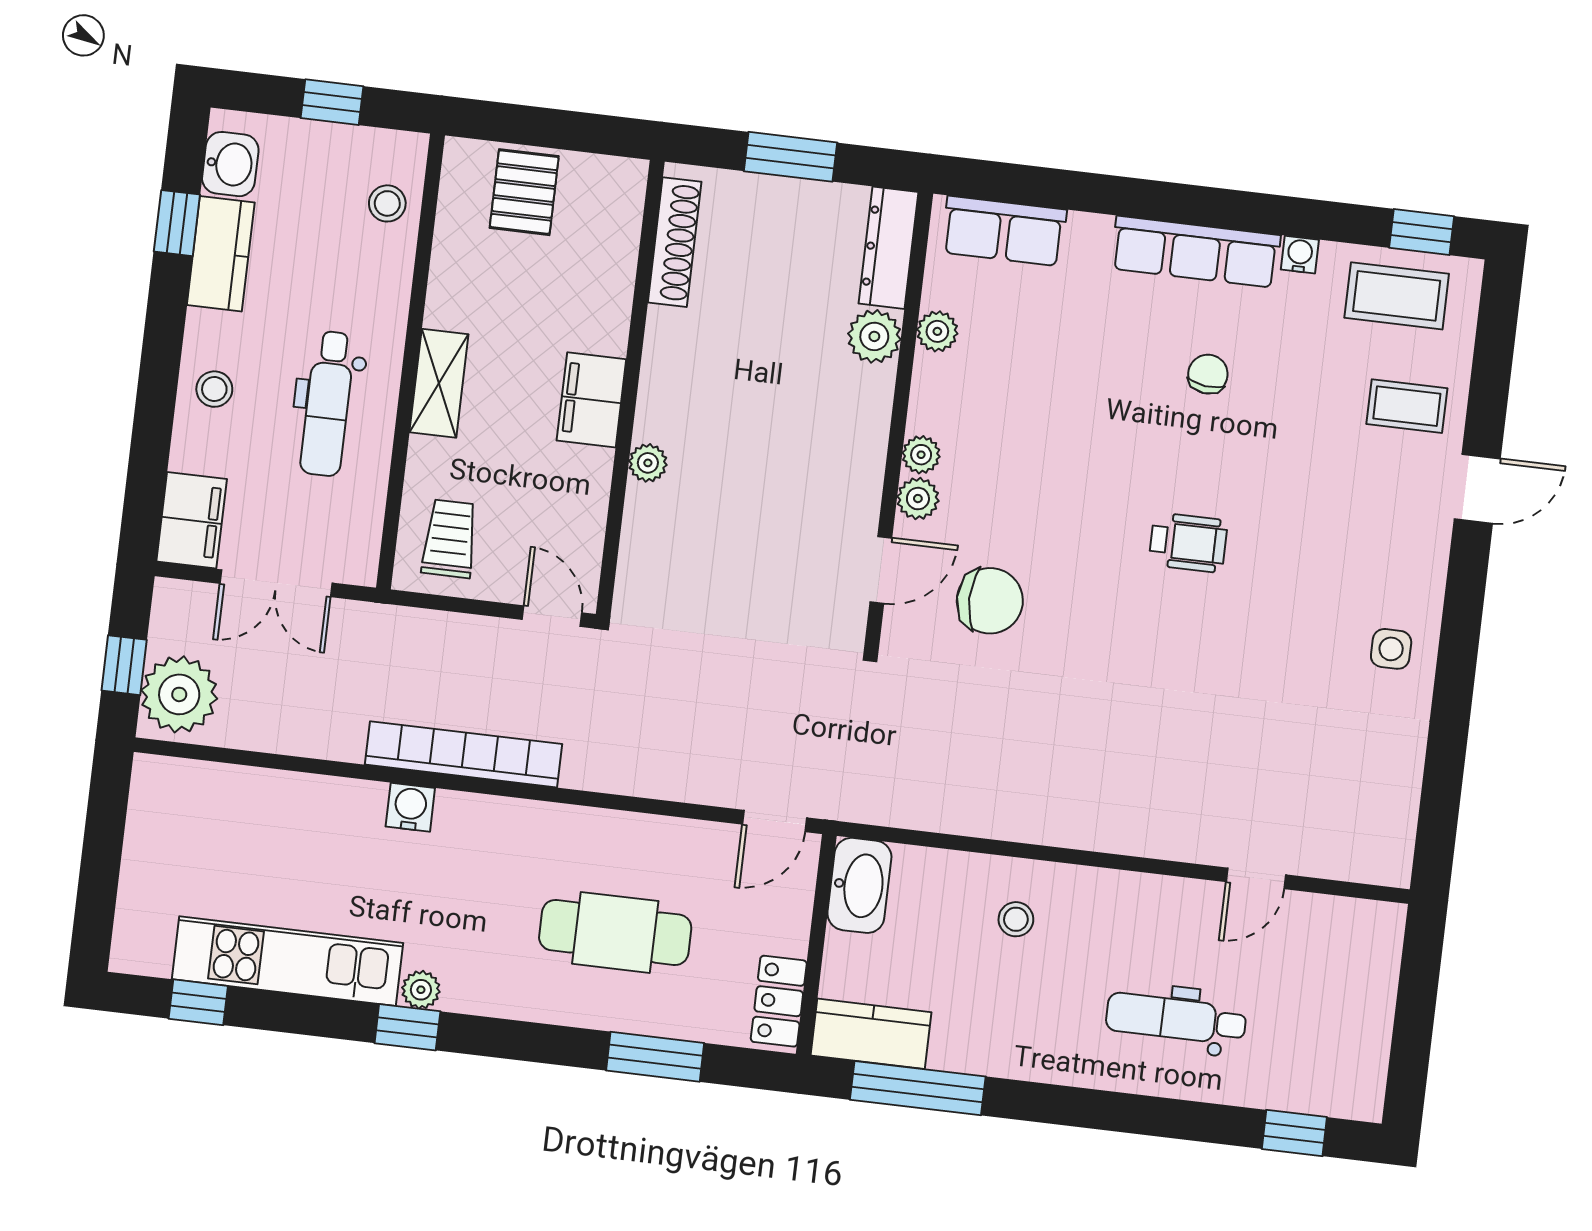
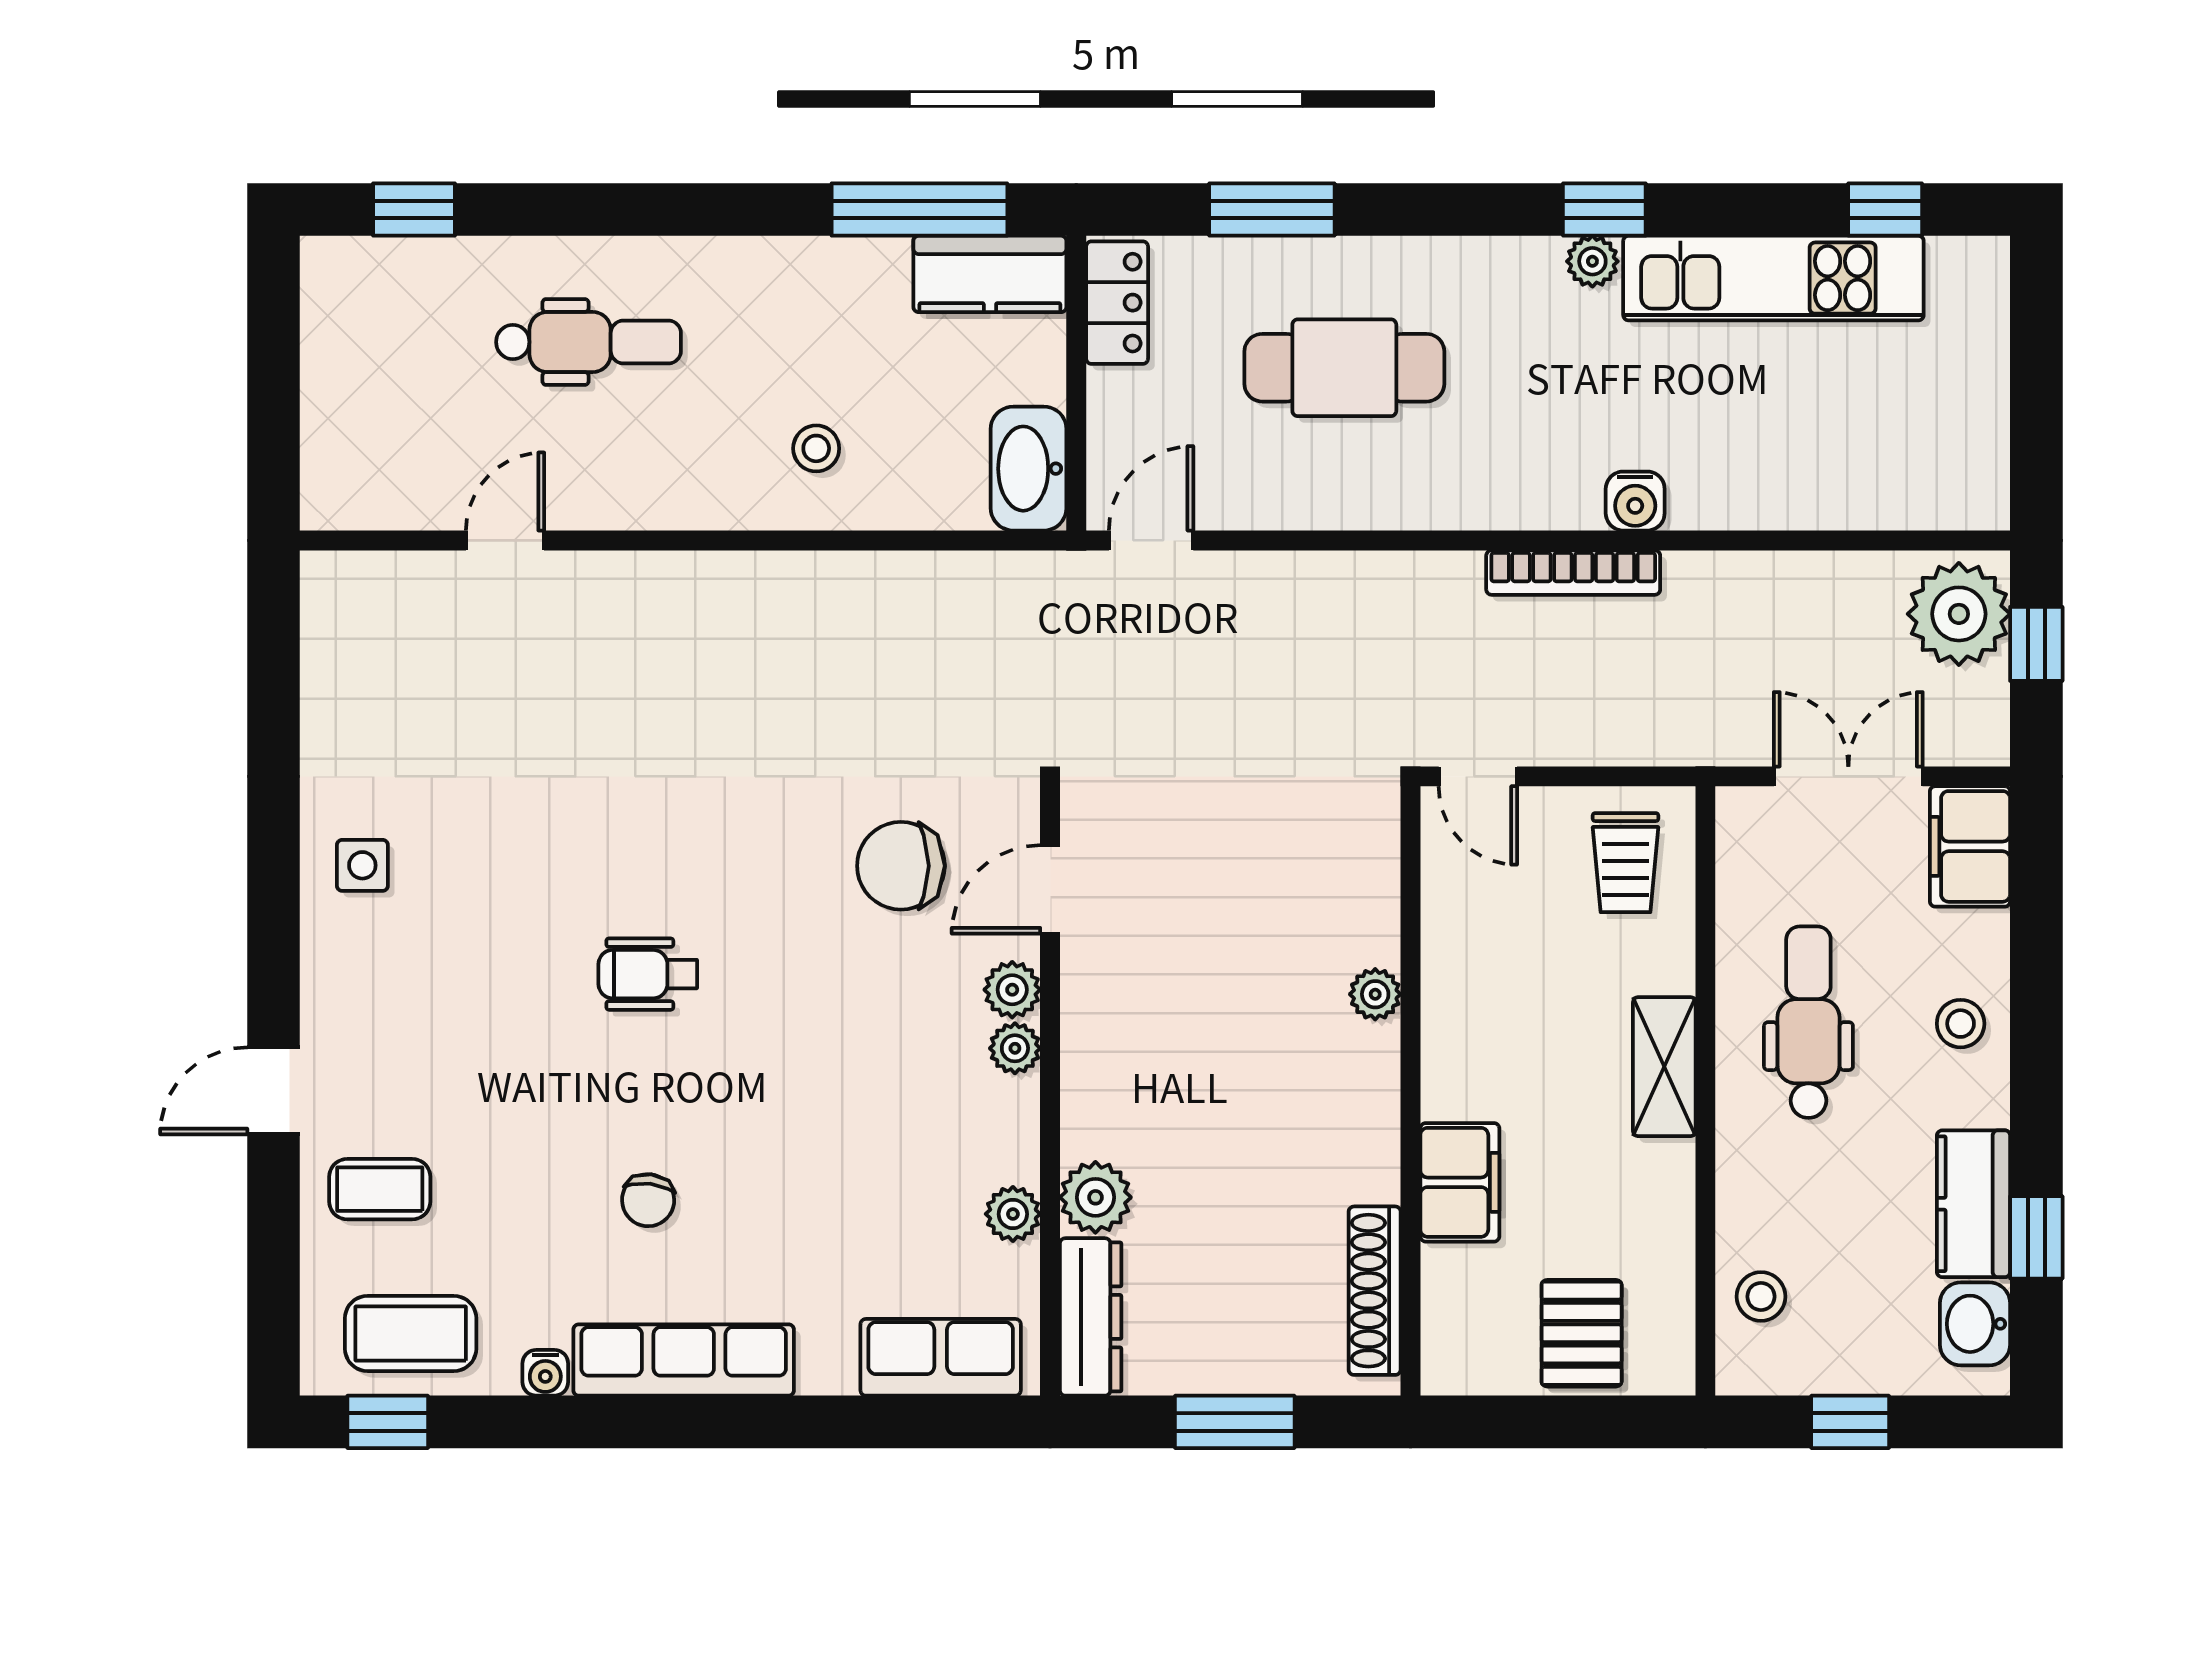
filing cabinet: (591, 400) -> (1460, 1182), moved
bookcase: (463, 754) -> (1573, 573), width x0.68, depth x0.76

